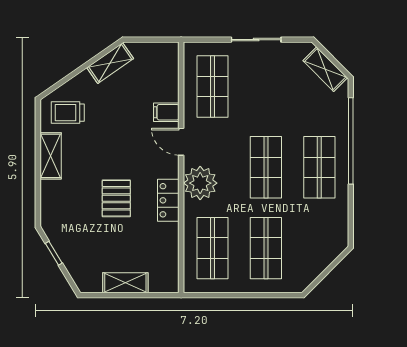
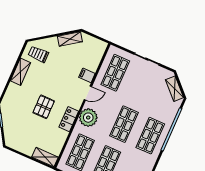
door: (181, 142) -> (88, 93), swing flipped
shelving: (125, 283) -> (45, 157), moved

